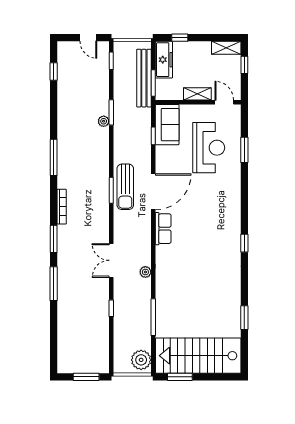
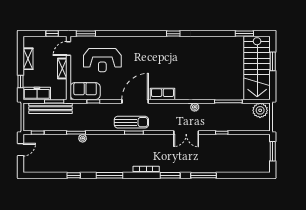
shelving: (226, 48) -> (28, 59), moved
window: (244, 65) -> (52, 34), moved
window: (54, 71) -> (74, 175), moved
reception desk: (209, 148) -> (102, 60), turned 180
window: (244, 150) -> (86, 34), moved
door: (153, 192) -> (135, 101), hinge flipped
window: (244, 318) -> (244, 34), moved
window: (180, 377) -> (273, 61), moved

